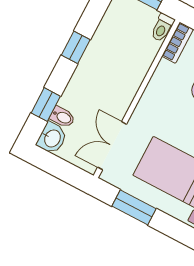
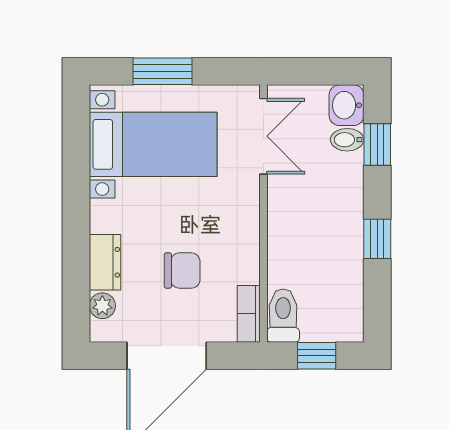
toilet: (162, 28) -> (283, 316), width x1.37, depth x1.39
window: (134, 207) -> (163, 71), moved

